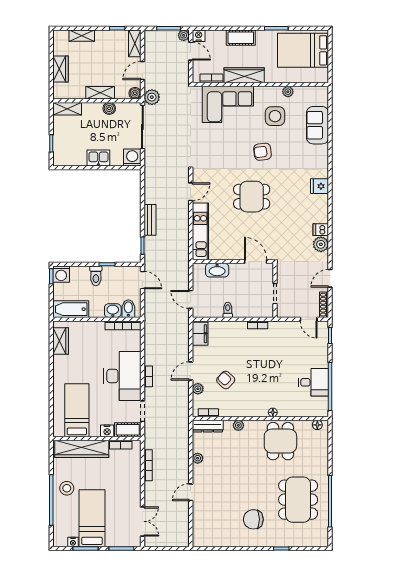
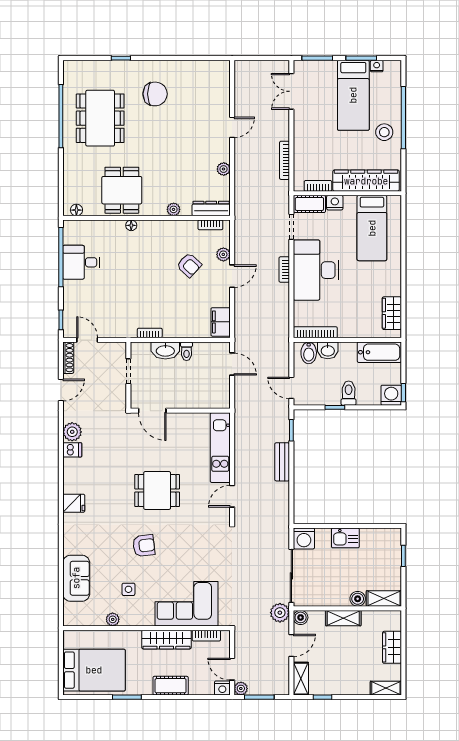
shelving: (82, 36) -> (386, 688), moved
boiler: (109, 108) -> (358, 599), moved
side table: (275, 116) -> (128, 589), width x0.54, depth x0.54
washbasin: (217, 270) -> (165, 350), moved, turned 180

